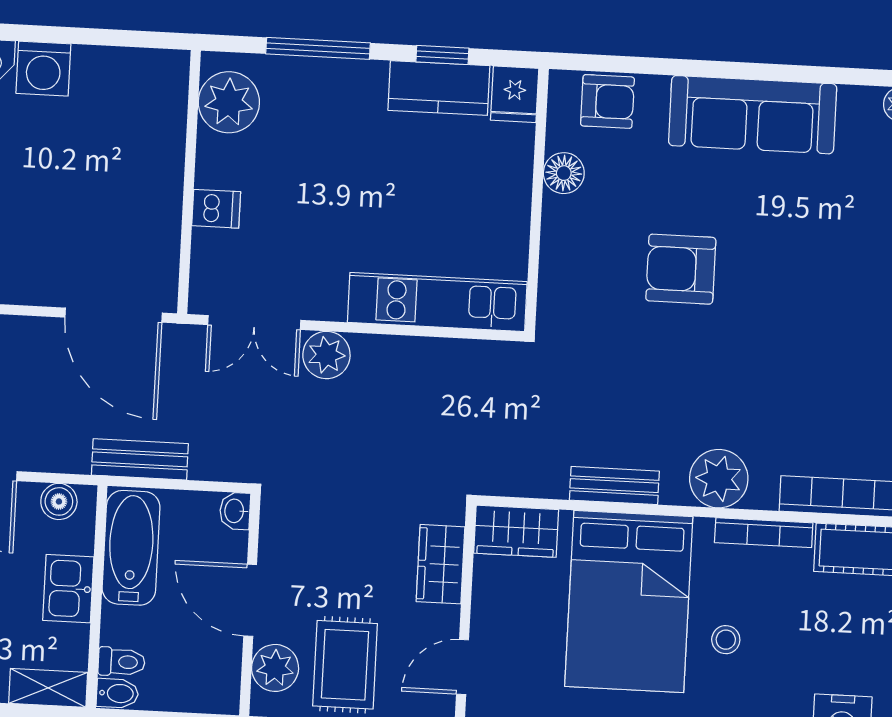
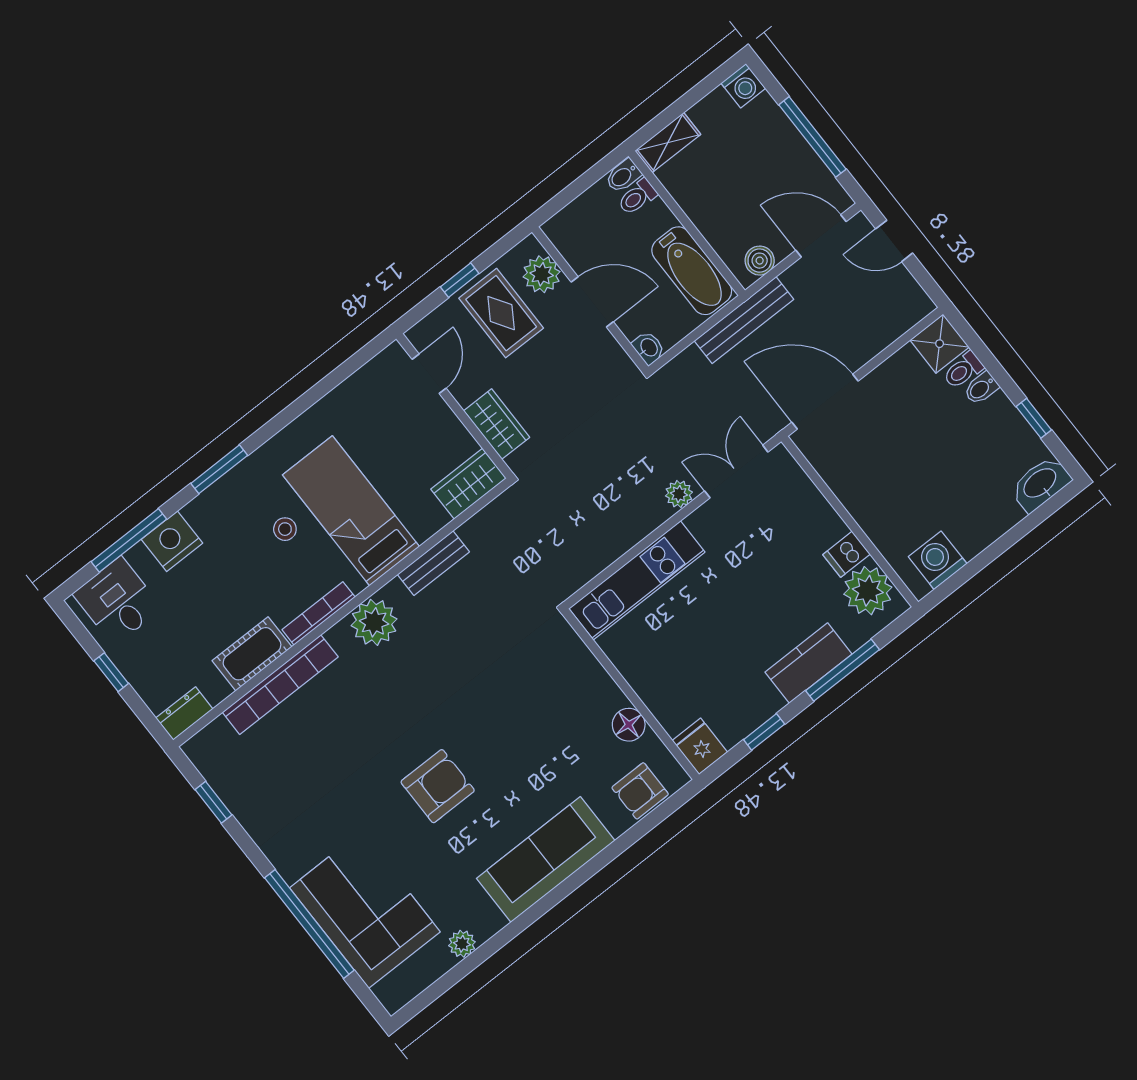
washing machine: (43, 69) -> (938, 560), moved
kitchen counter: (439, 88) -> (808, 663), moved
dishwasher: (216, 209) -> (846, 554), moved
armchair: (681, 269) -> (438, 786), moved
plant: (326, 355) -> (679, 494), width x0.73, depth x0.73
bench: (140, 459) -> (744, 320), width x1.36
kitchen sink: (68, 589) -> (708, 213), removed
bed: (629, 601) -> (351, 511), width x0.67

